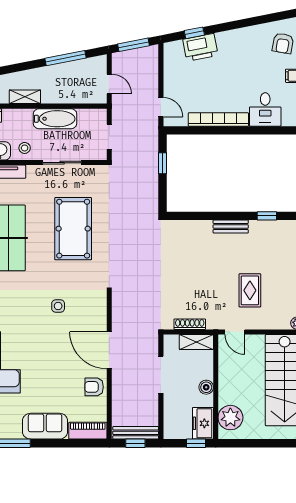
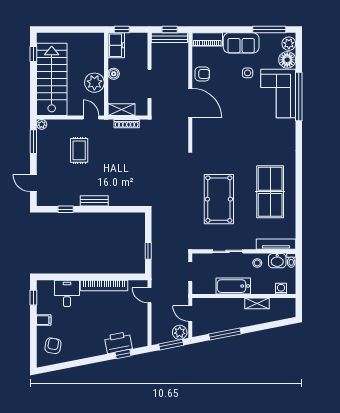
plant: (123, 60) -> (180, 332), added
side table: (58, 306) -> (248, 73), moved
plant: (230, 418) -> (94, 83), moved

